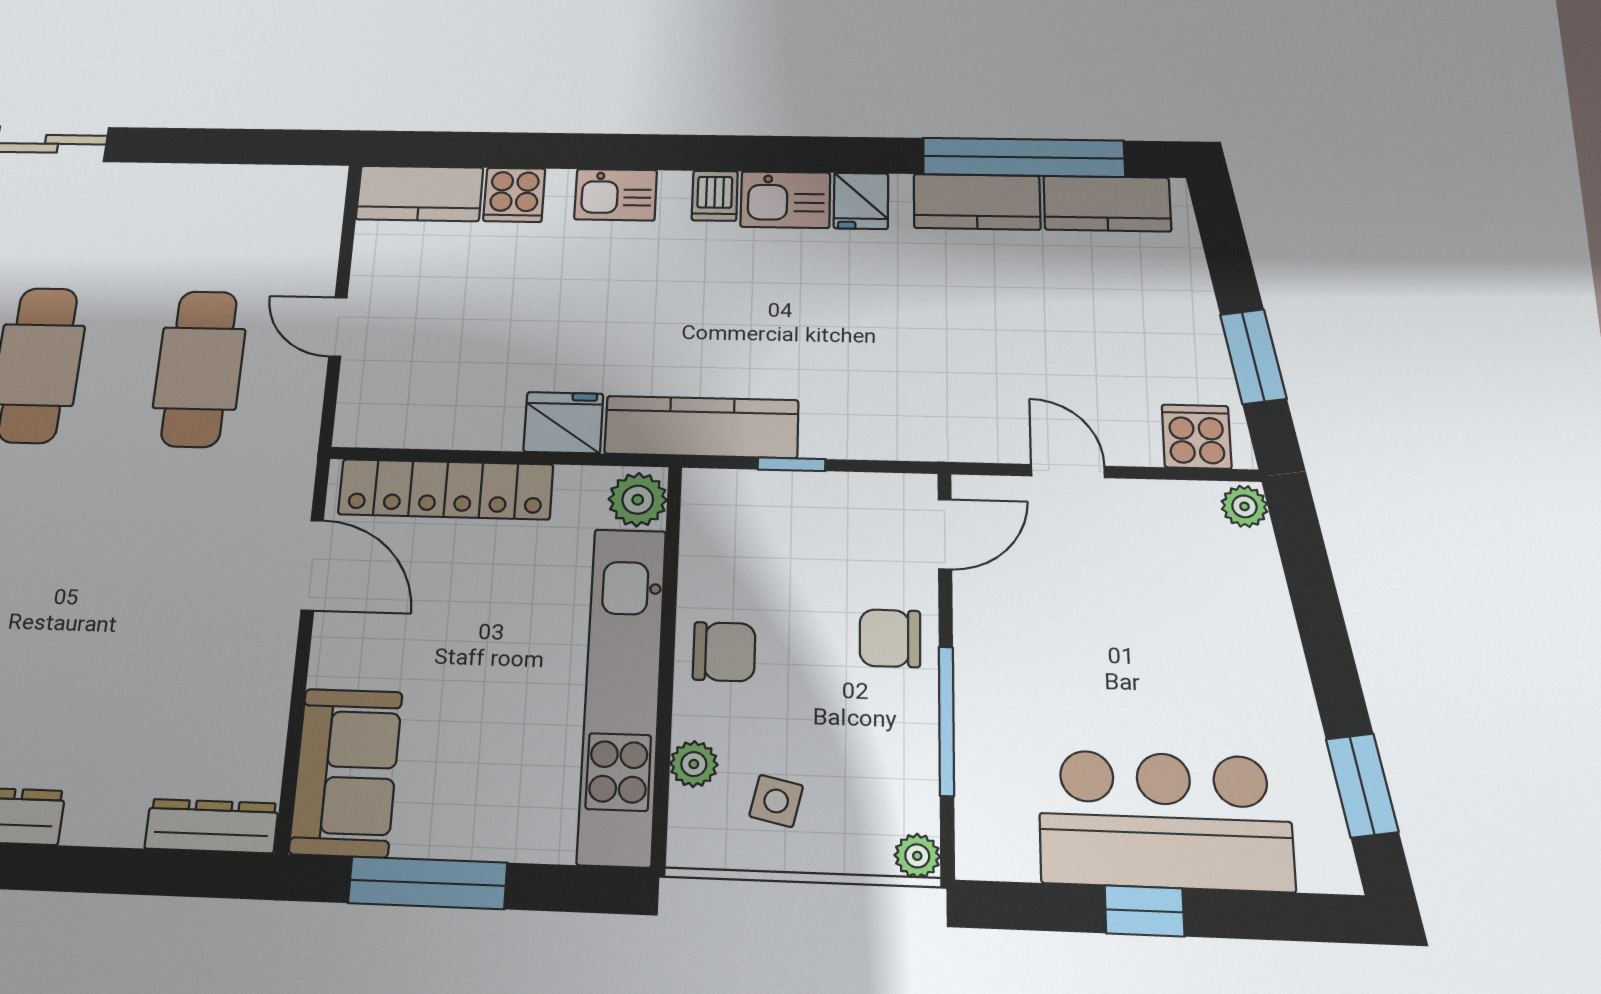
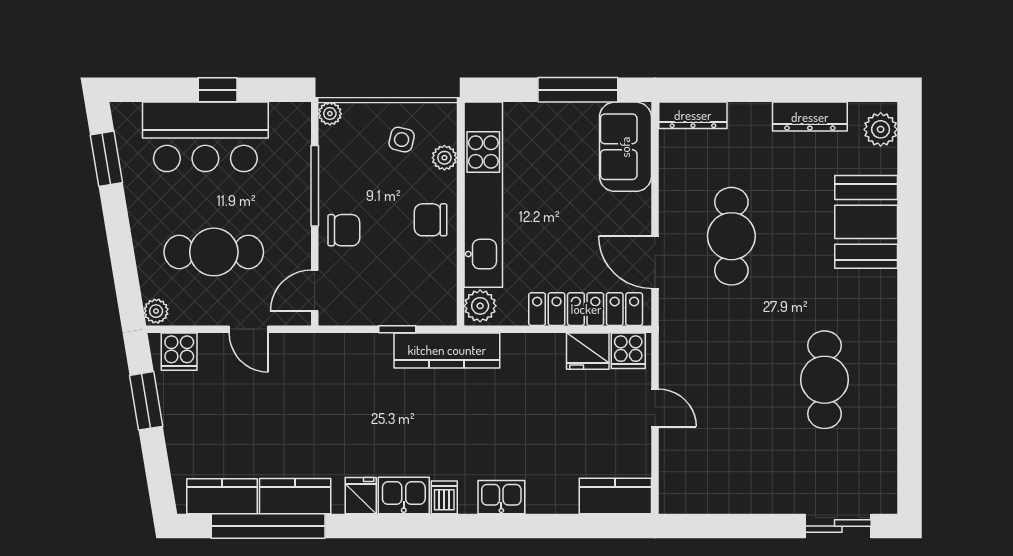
cooker: (514, 195) -> (628, 351), moved, turned 180
cafe table: (199, 368) -> (731, 236), moved
fridge: (563, 423) -> (588, 351), moved
cafe table: (1139, 607) -> (214, 252), added

